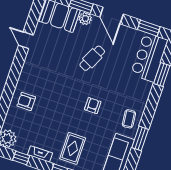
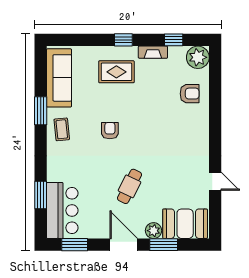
armchair: (26, 101) -> (190, 94), moved
armchair: (93, 106) -> (110, 131), turned 180
rug: (73, 148) -> (116, 72), turned 90

